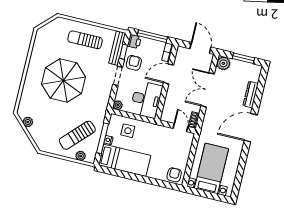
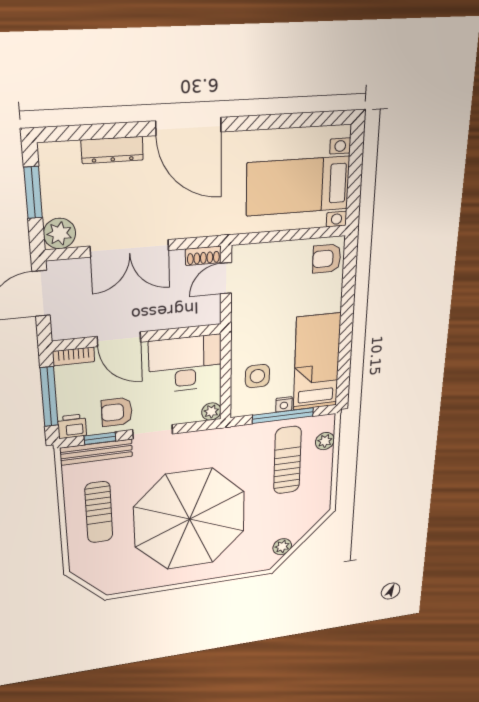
parasol: (63, 80) -> (190, 519), width x1.36, depth x1.36
sun lounger: (77, 135) -> (287, 460), turned -134

